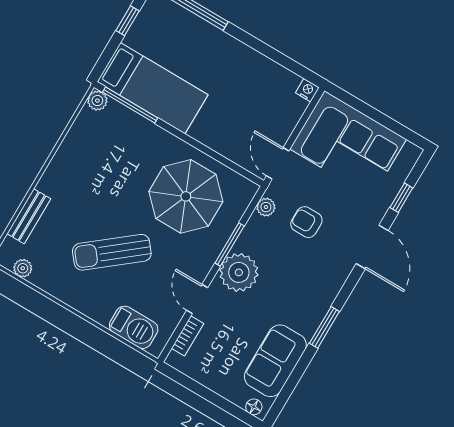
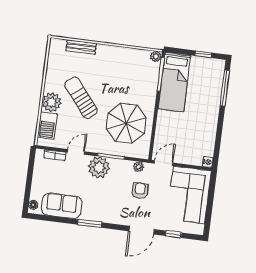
plant: (23, 268) -> (52, 102), moved, width x1.88, depth x1.88

